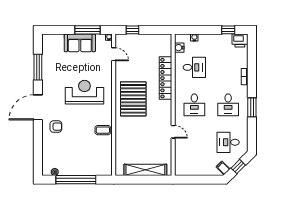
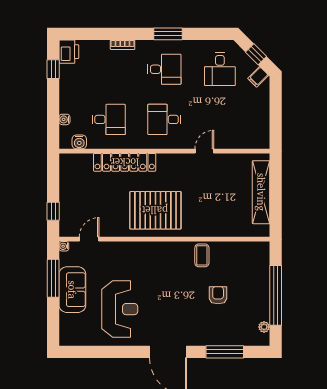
window: (38, 67) -> (225, 352), moved
desk: (194, 67) -> (109, 119), turned 90
reception desk: (84, 92) -> (120, 309), moved, turned 180
desk: (194, 105) -> (164, 119), turned 180
armchair: (56, 127) -> (218, 295), moved

